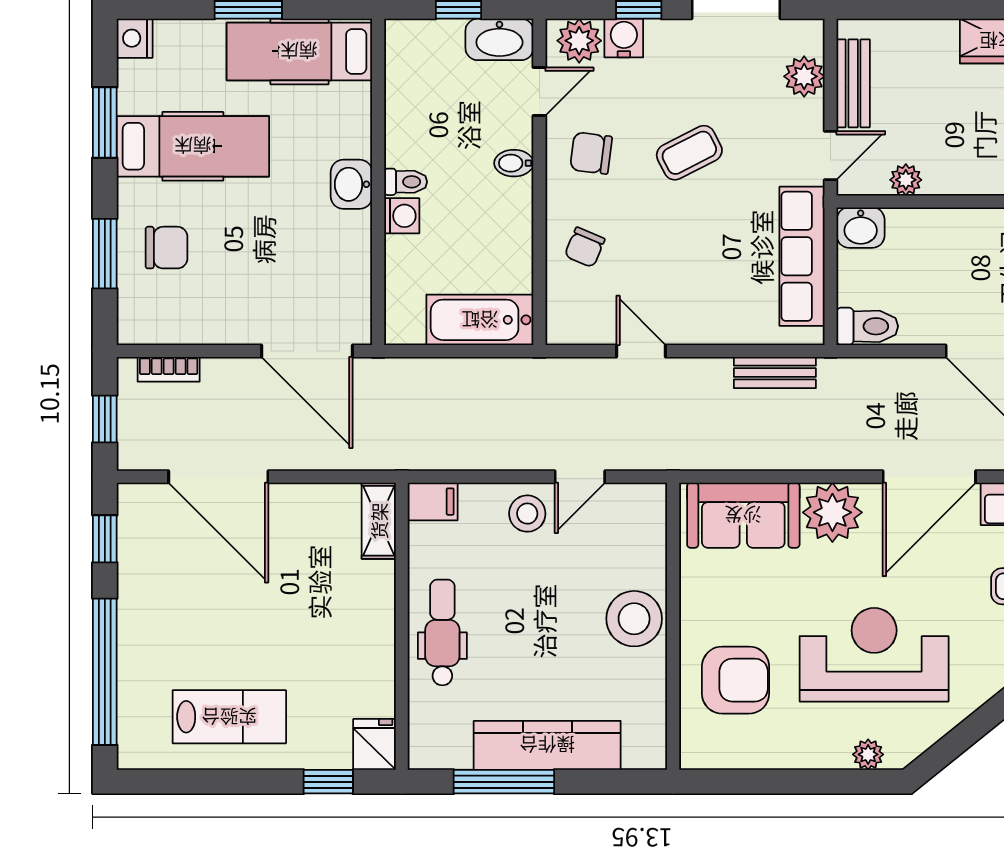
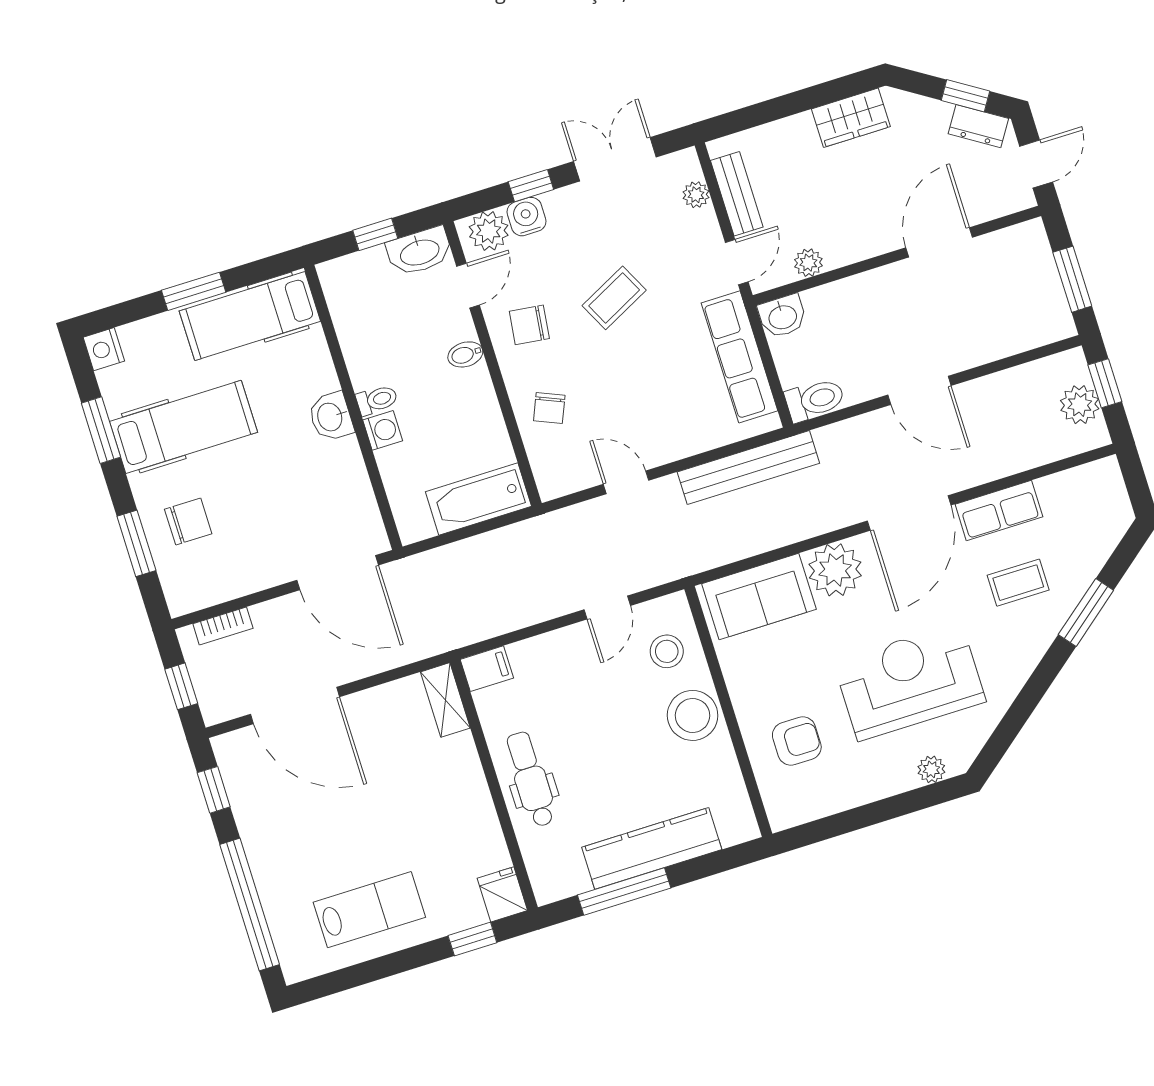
plant: (804, 76) -> (696, 195), width x0.73, depth x0.73
bench: (775, 373) -> (748, 468), width x1.86, depth x1.21
stool: (527, 514) -> (667, 651), moved
armchair: (736, 680) -> (797, 741), width x0.72, depth x0.72

